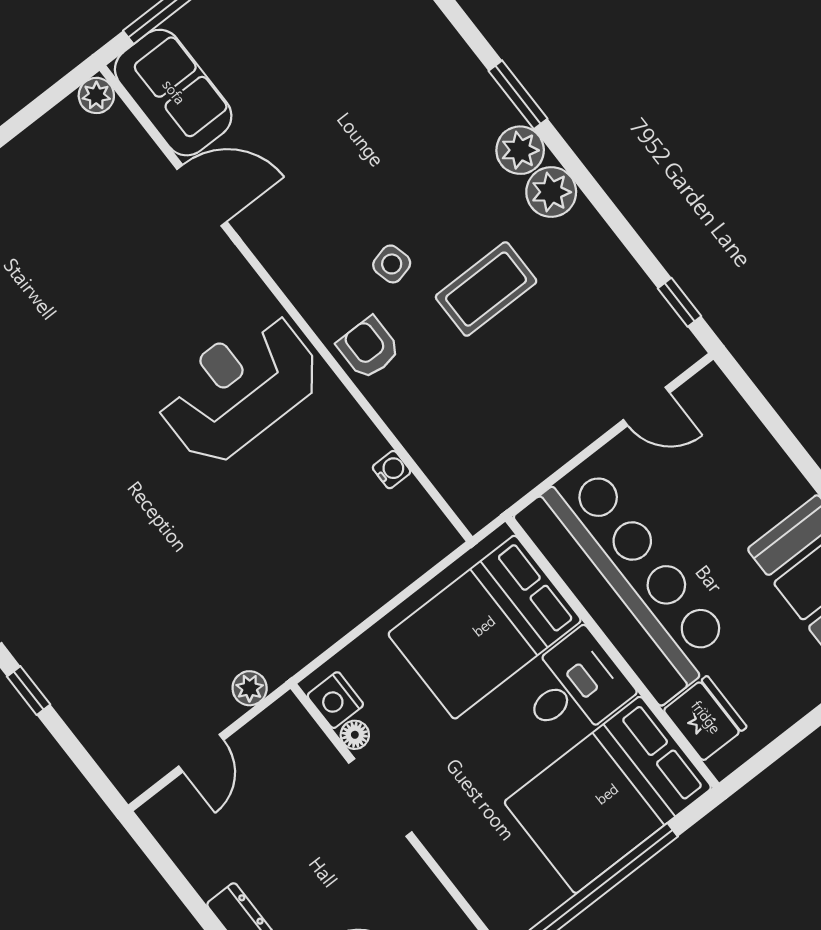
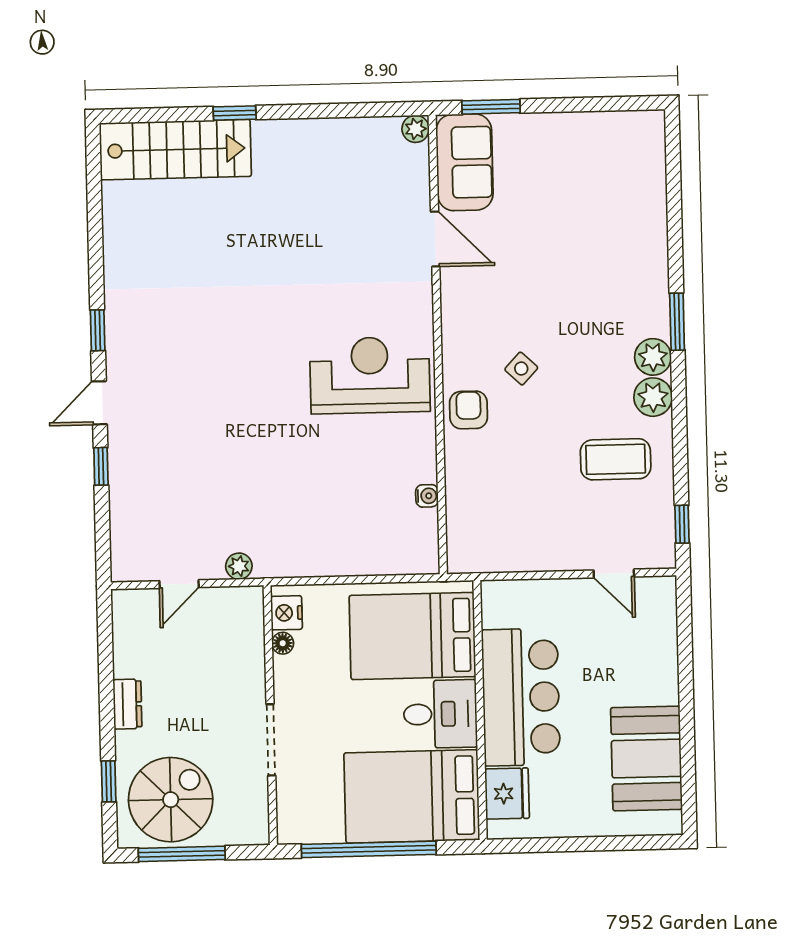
side table: (392, 264) -> (521, 369), turned -33
coffee table: (486, 289) -> (616, 459), moved
bar counter: (625, 582) -> (521, 697), width x0.73
doorway: (380, 797) -> (271, 740), moved

